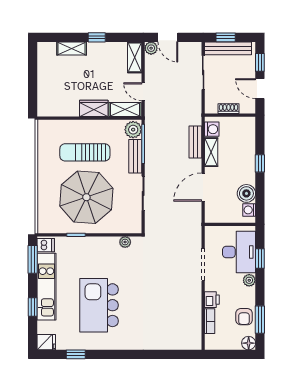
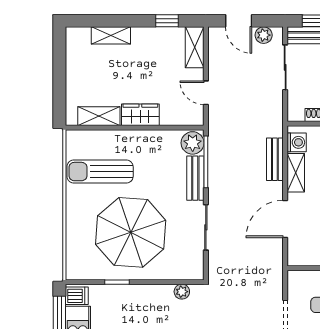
window: (97, 37) -> (167, 21), moved
plant: (151, 48) -> (264, 35), moved
shelving: (125, 109) -> (99, 116), moved
sun lounger: (85, 152) -> (100, 172), moved

